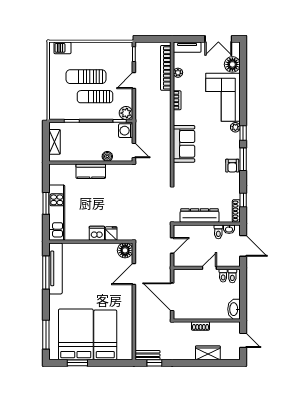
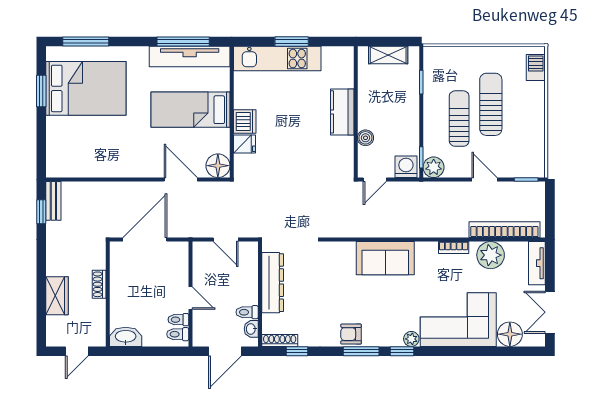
plant: (178, 73) -> (491, 255), width x1.88, depth x1.88
bed: (105, 335) -> (190, 110), moved, turned 180

